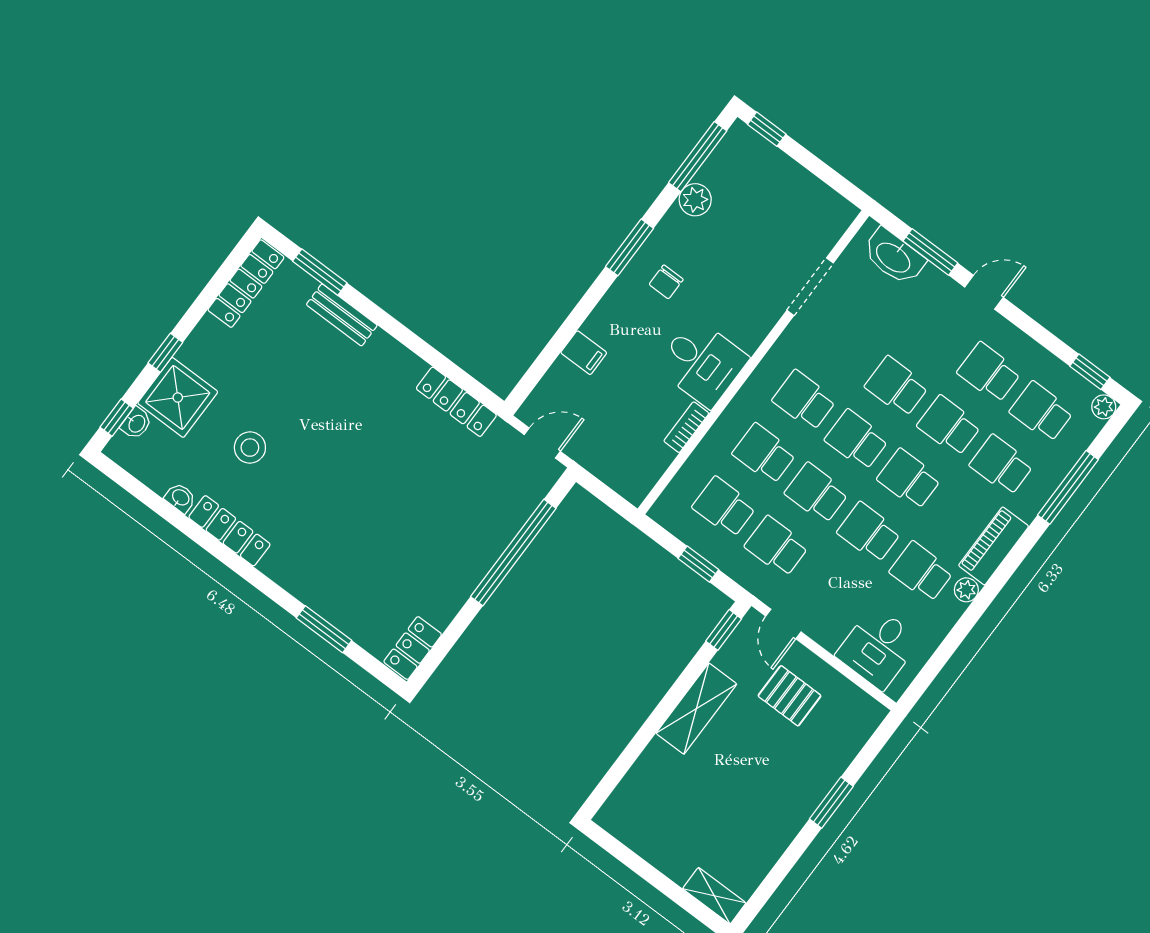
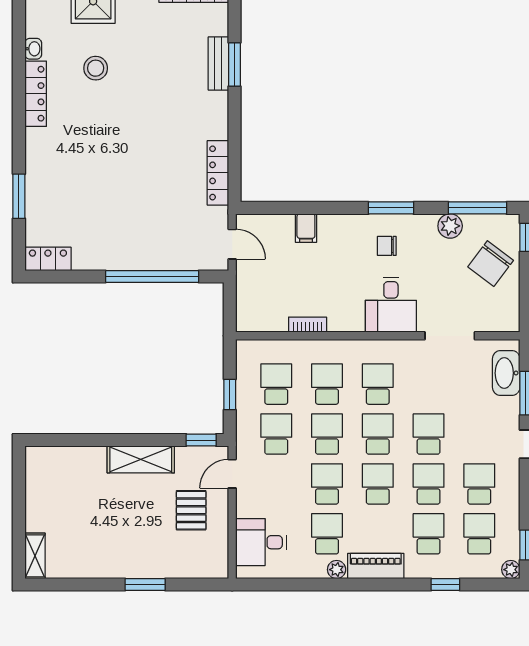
chair: (767, 187) -> (491, 264), added
window: (320, 272) -> (234, 65), moved
desk: (702, 363) -> (391, 305), moved
window: (1068, 487) -> (445, 585), width x0.46

